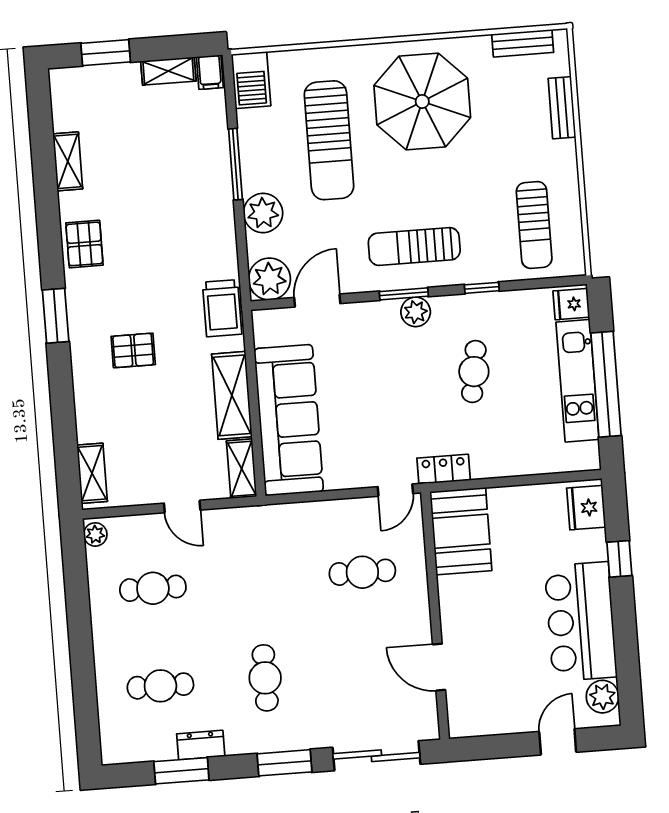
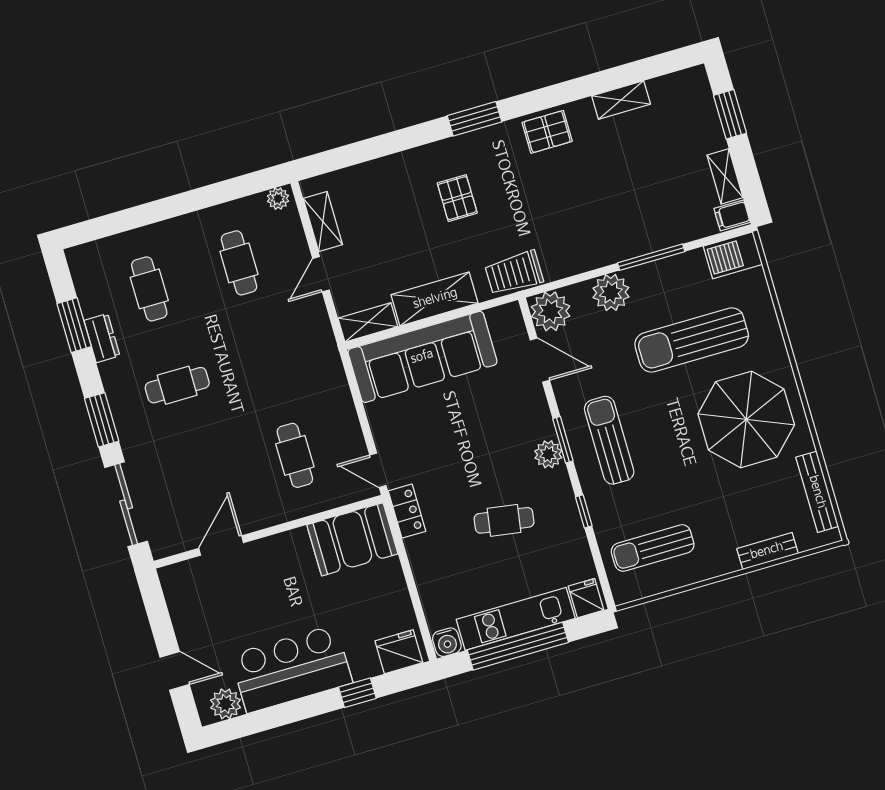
bench: (523, 43) -> (817, 492), width x1.36
water cooler: (587, 456) -> (447, 642), added
shelving: (92, 473) -> (323, 222), moved, turned 90

